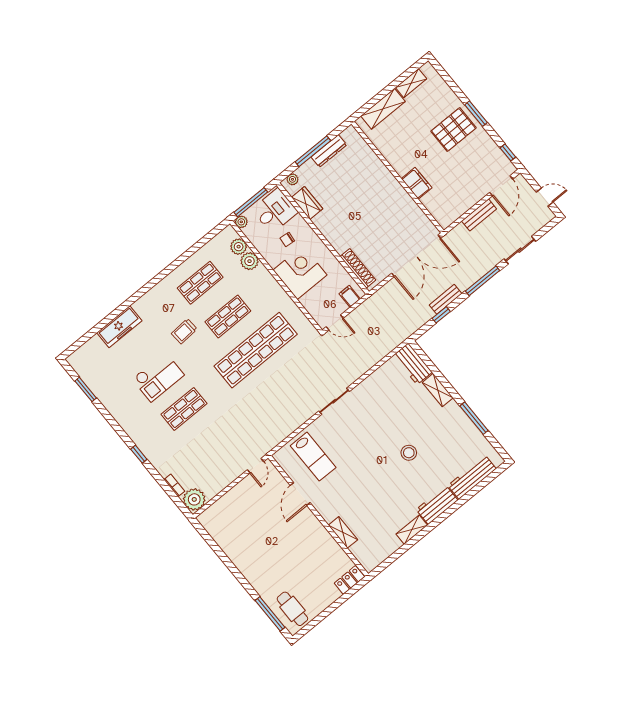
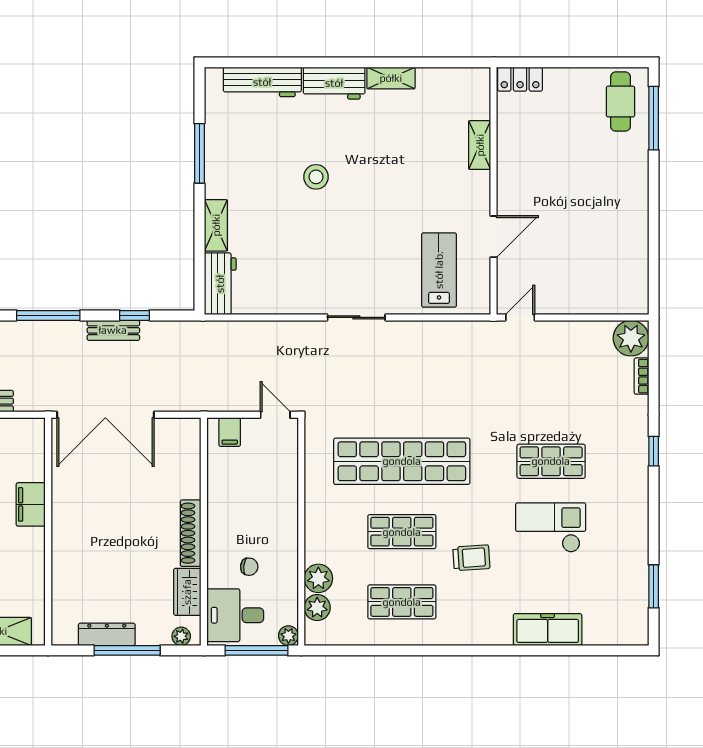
double door: (416, 256) -> (105, 415), swing flipped
shoe rack: (358, 268) -> (191, 533), moved
corner desk: (300, 273) -> (267, 513), removed

